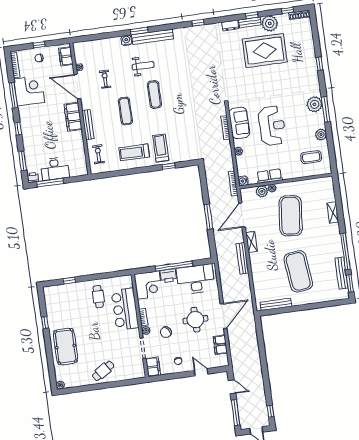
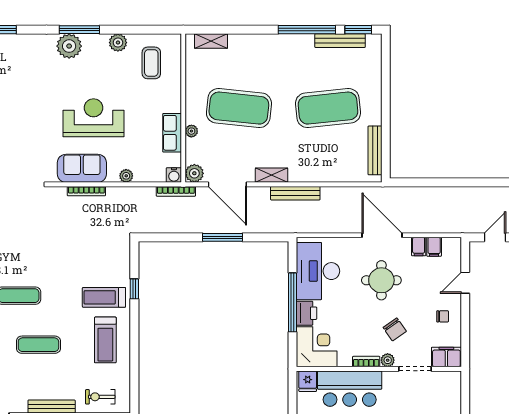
plant: (262, 191) -> (194, 173), moved
shelving: (333, 213) -> (211, 41), moved
fridge: (126, 282) -> (308, 381), added

